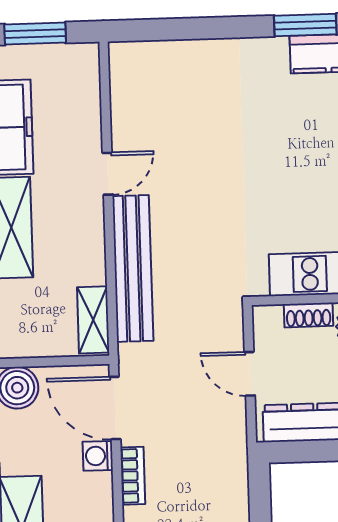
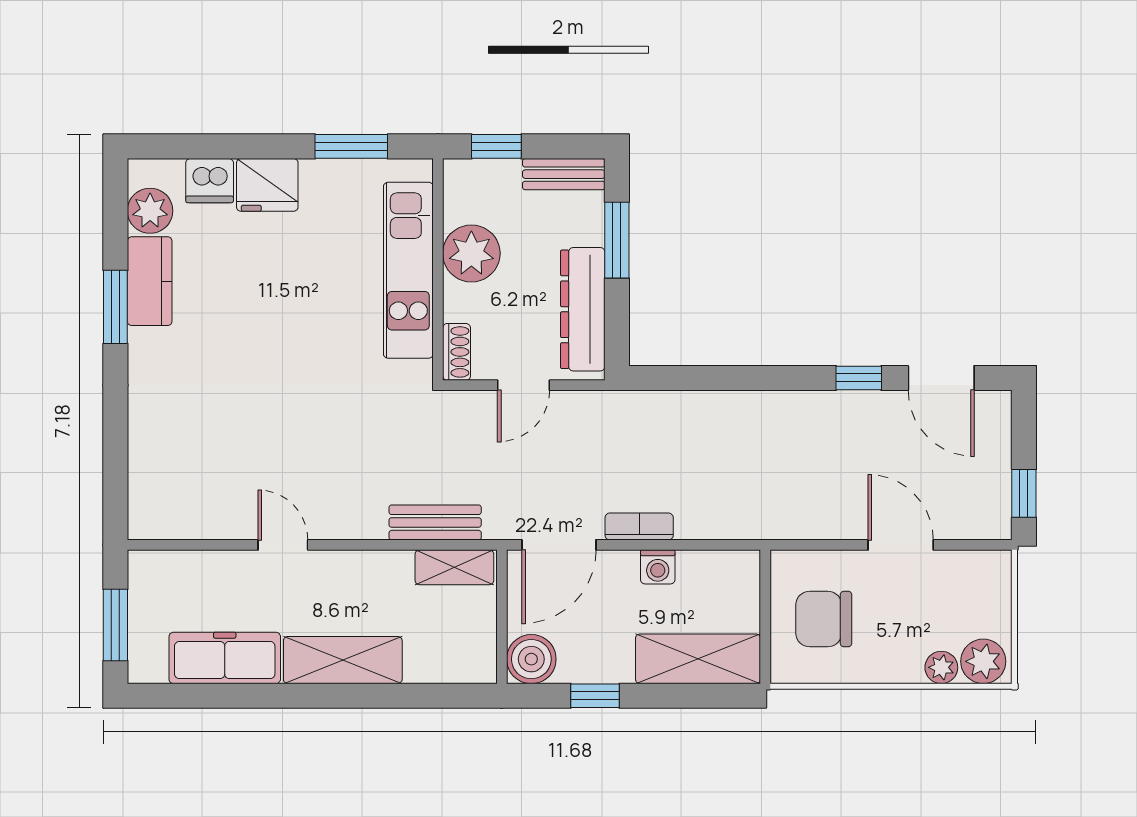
bench: (133, 268) -> (435, 522), width x0.54, depth x0.82
shoe rack: (309, 315) -> (457, 352), moved
washing machine: (98, 456) -> (658, 567), moved

